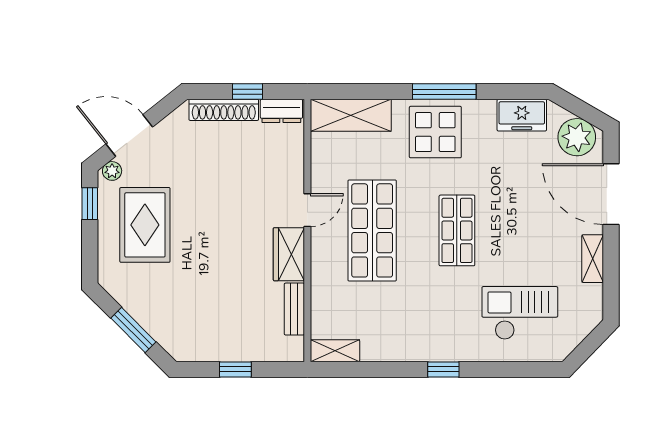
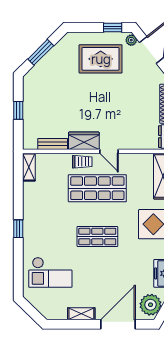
trolley: (326, 257) -> (82, 162), added
checkout: (520, 313) -> (50, 272), turned 90

